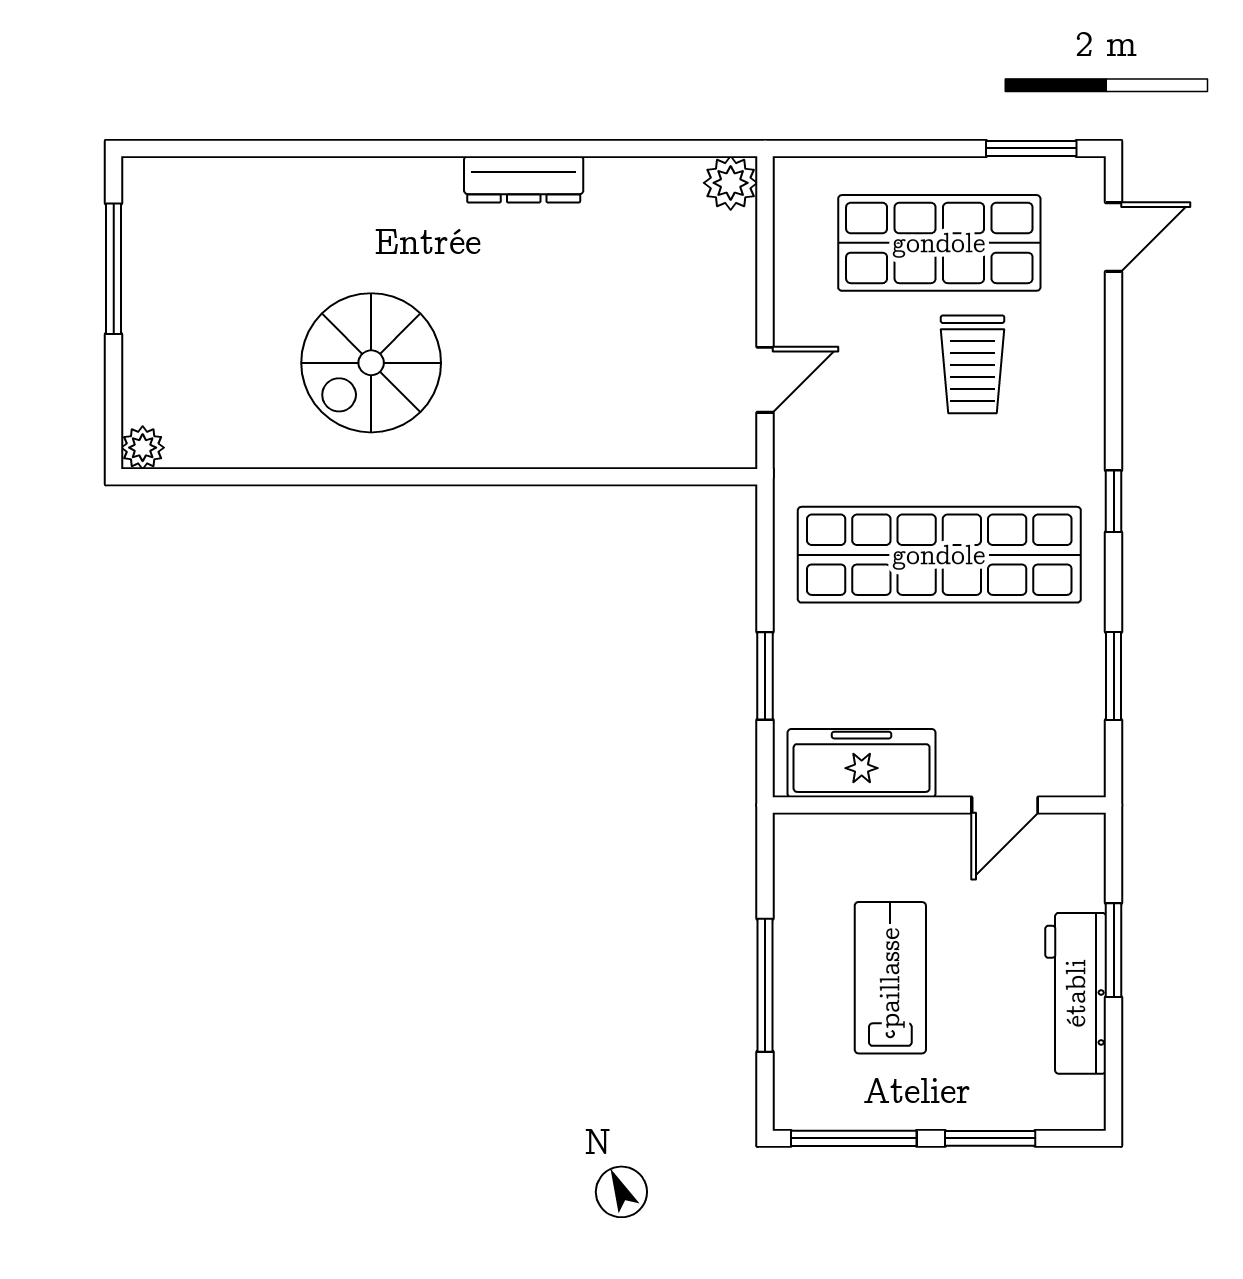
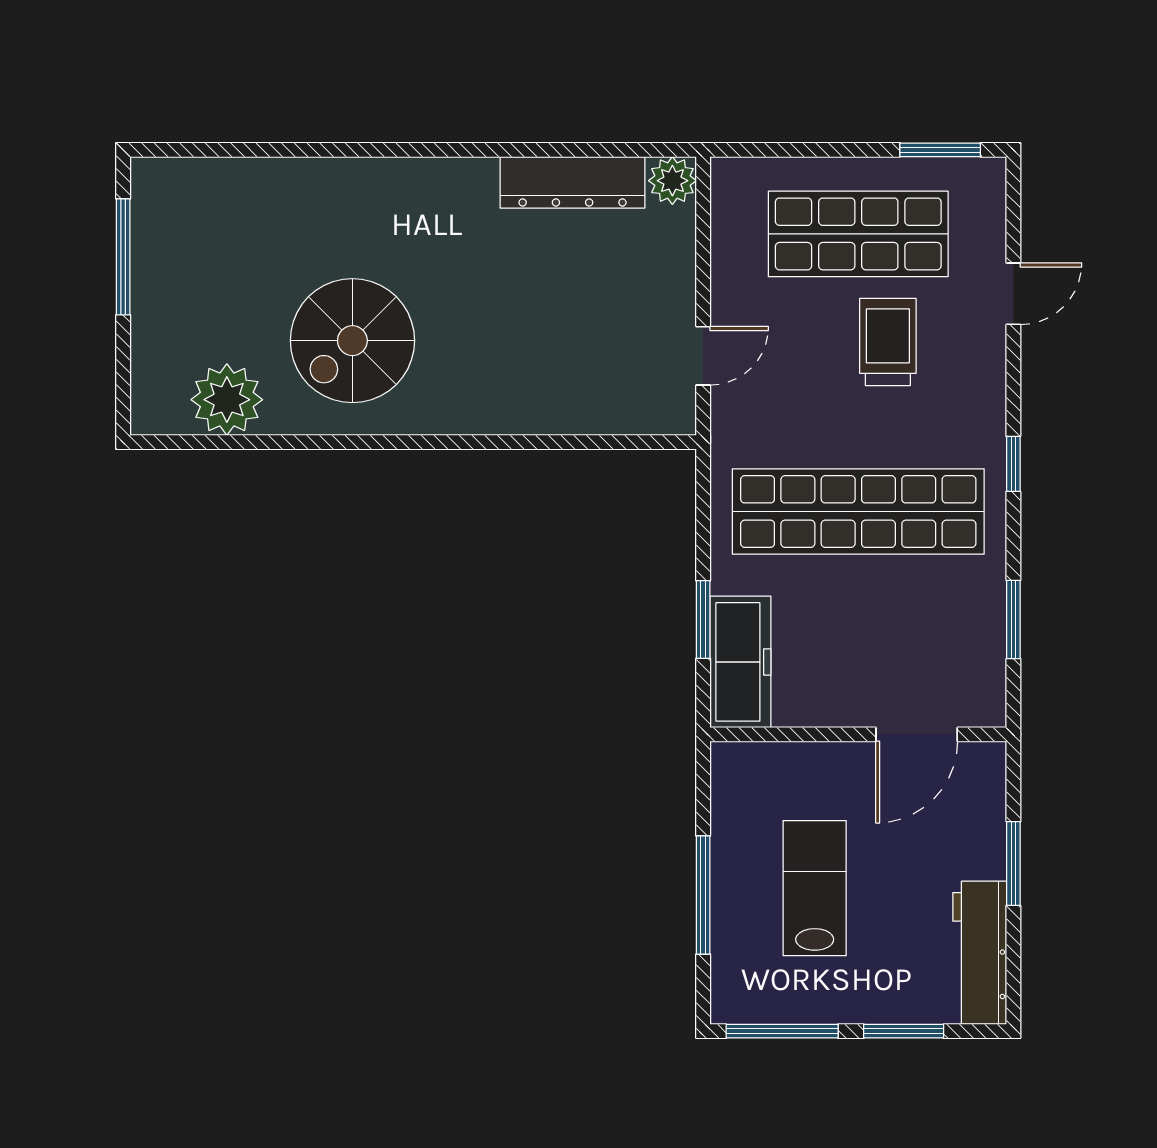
dresser: (524, 179) -> (573, 182), moved, width x1.37, depth x1.24
door: (1114, 237) -> (1013, 294), moved
trolley: (973, 364) -> (888, 342), turned 180
plant: (143, 448) -> (227, 400), moved, width x1.87, depth x1.87
freezer: (862, 763) -> (740, 662), moved, turned 90
door: (1005, 805) -> (917, 734), width x1.37
workbench: (1076, 993) -> (980, 953), moved

